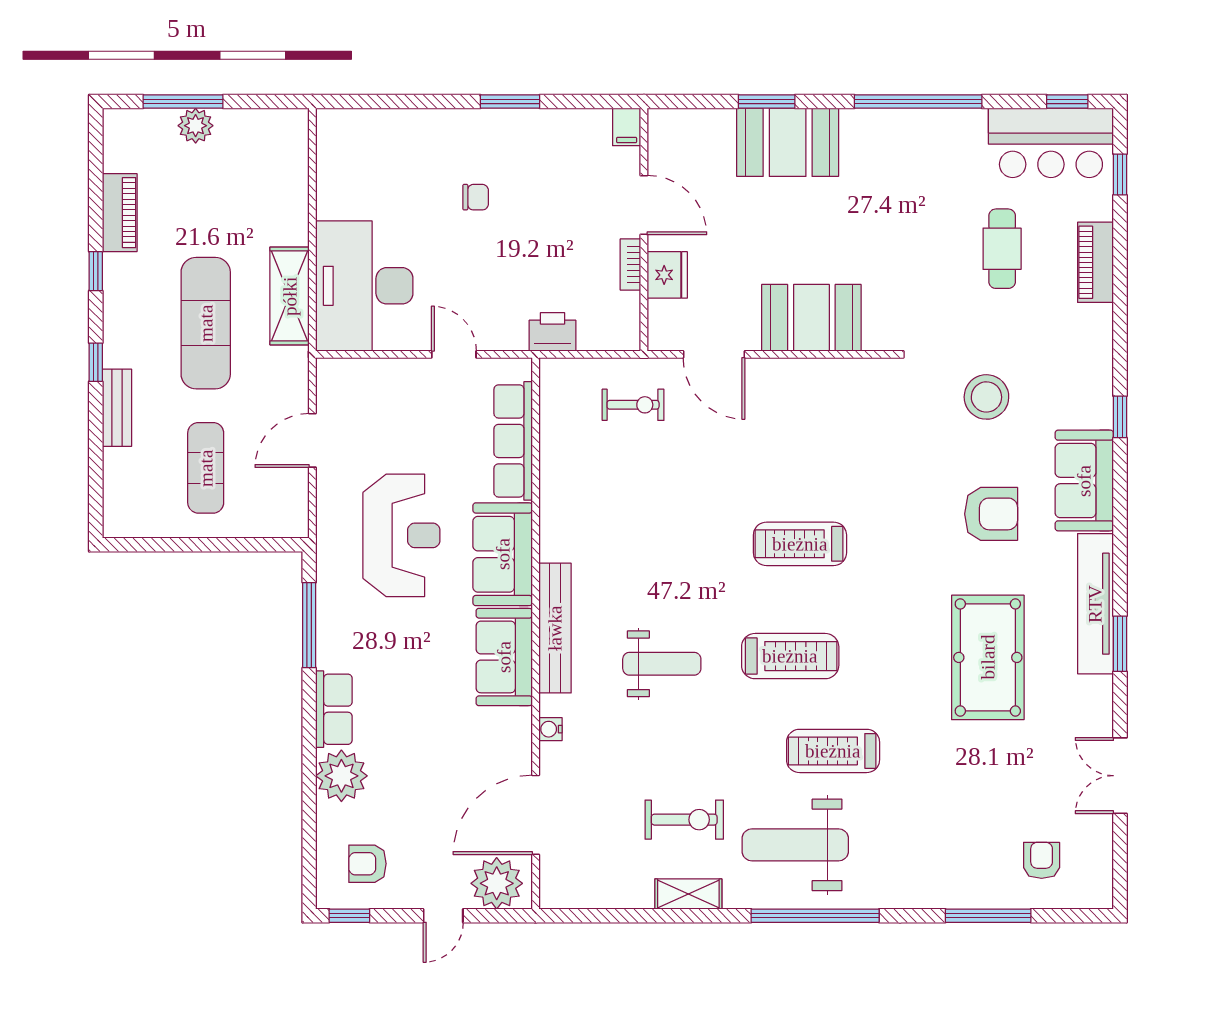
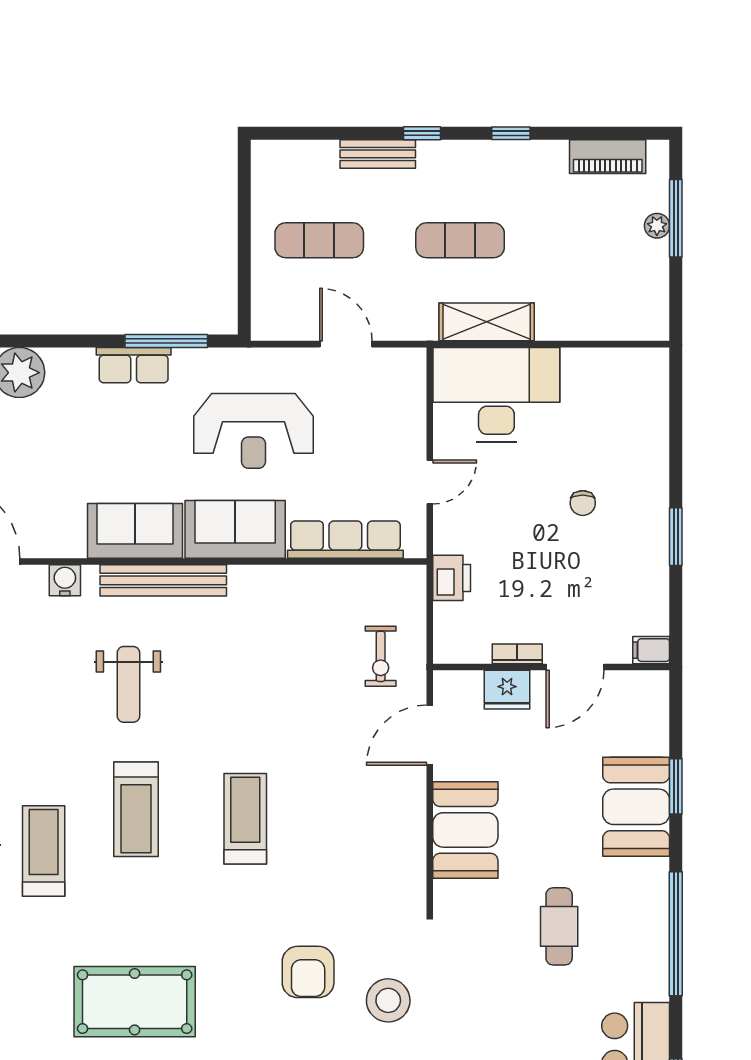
plant: (196, 126) -> (657, 226), width x0.73, depth x0.73
piano: (120, 213) -> (608, 157), moved
cafe table: (1002, 249) -> (559, 926), moved, turned 90
exercise mat: (206, 323) -> (460, 240), width x0.73, depth x0.69
armchair: (991, 514) -> (308, 972), moved
row of seats: (334, 709) -> (134, 365), moved
water cooler: (550, 729) -> (65, 580), width x1.38, depth x1.38

